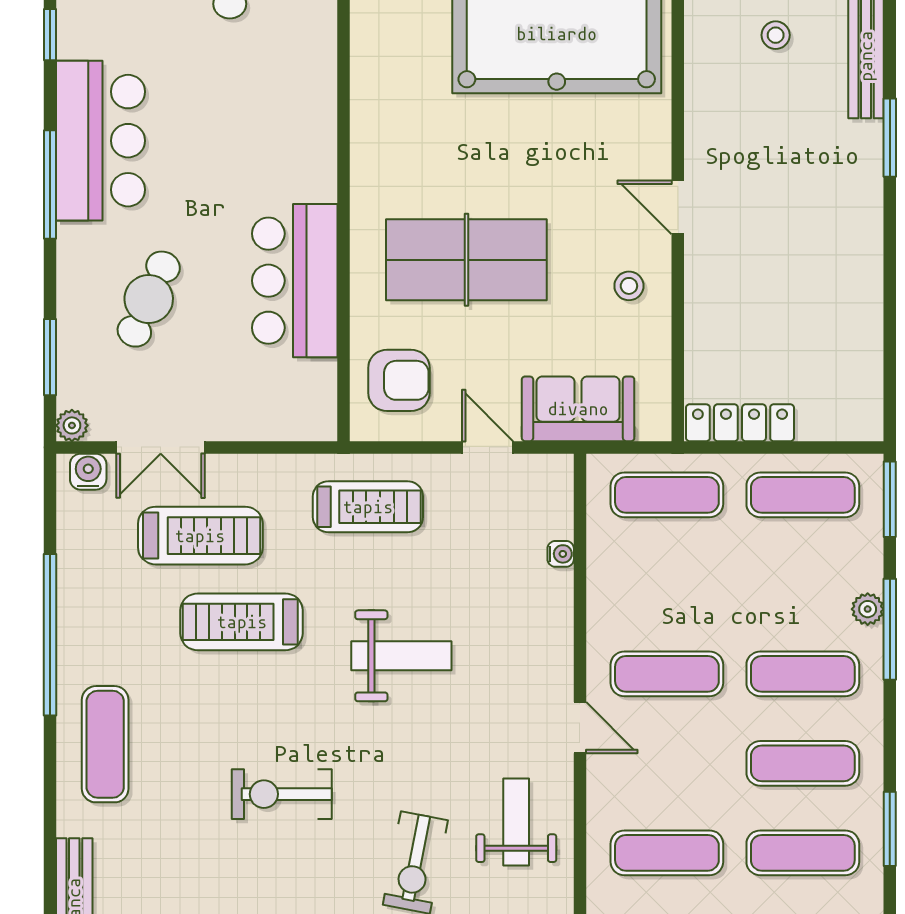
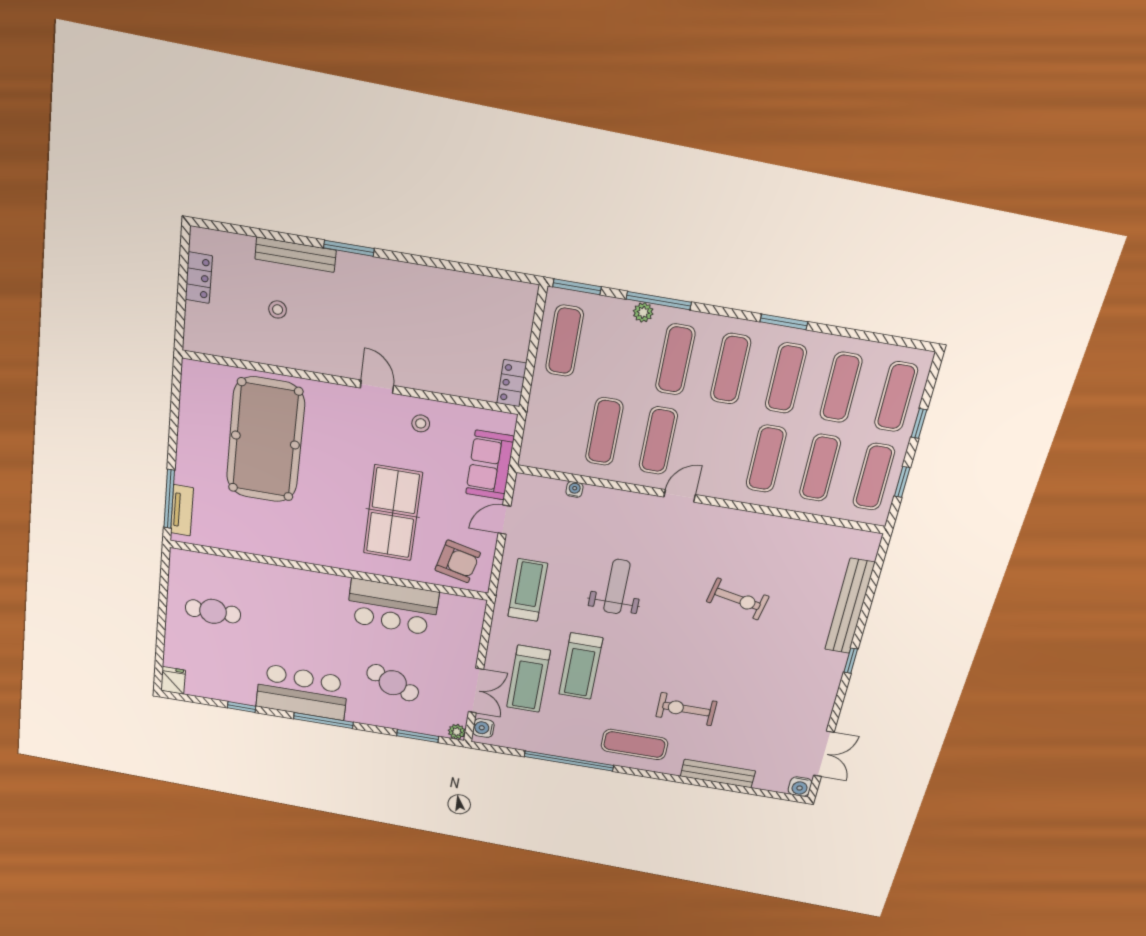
door: (678, 207) -> (377, 387), swing flipped
armchair: (399, 380) -> (458, 561), turned 103
locker: (740, 423) -> (512, 383), width x0.66
exercise mat: (667, 495) -> (604, 431), moved
treadmill: (200, 536) -> (528, 679), turned 180
exercise bike: (282, 794) -> (686, 709), moved, turned 90
weight bench: (516, 822) -> (727, 541), removed

